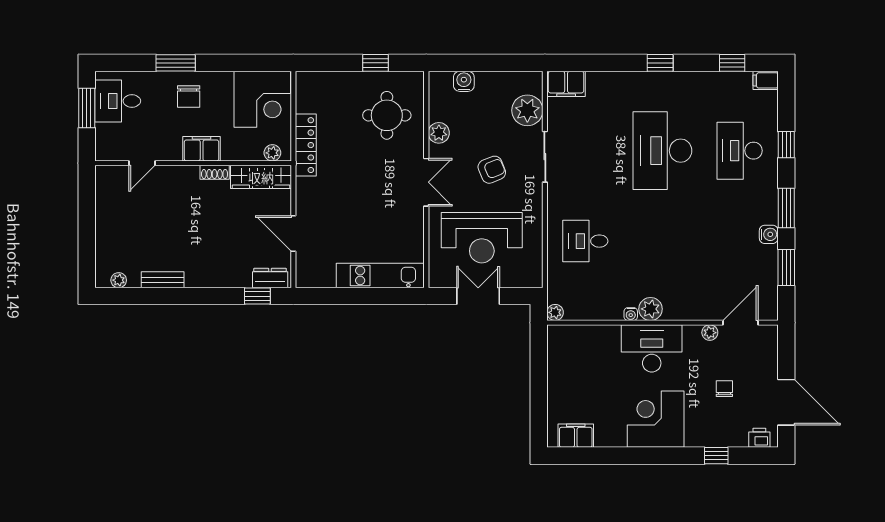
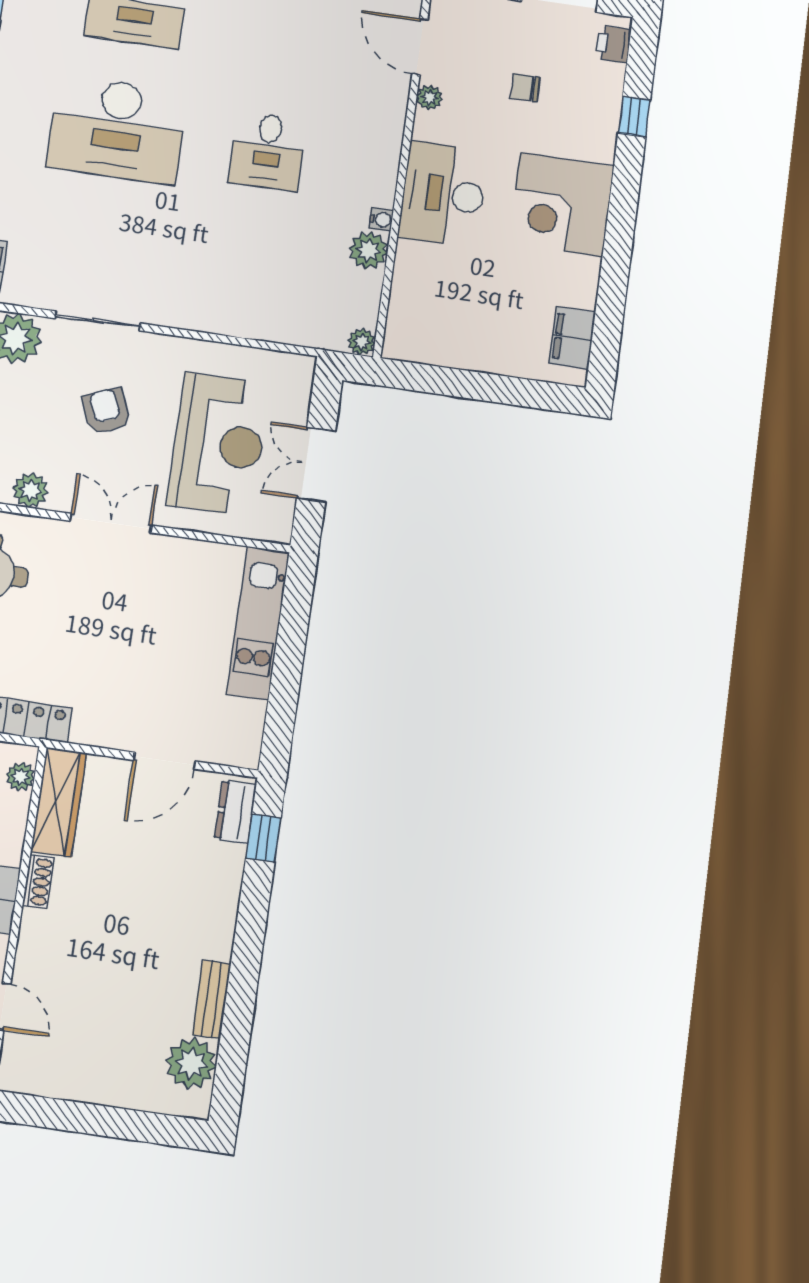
desk: (585, 241) -> (267, 151), moved
plant: (119, 280) -> (191, 1063), width x1.87, depth x1.87
plant: (651, 309) -> (368, 250), moved

